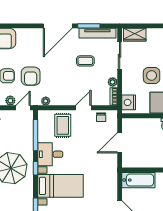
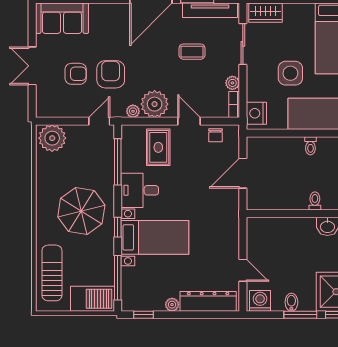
armchair: (31, 76) -> (111, 74), turned 180
plant: (10, 101) -> (155, 104), moved, width x1.88, depth x1.88
door: (83, 108) -> (189, 121), hinge flipped
window: (35, 168) -> (118, 227), moved
bathtub: (138, 180) -> (271, 229), removed

